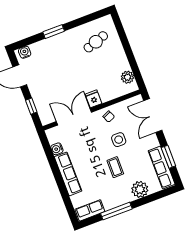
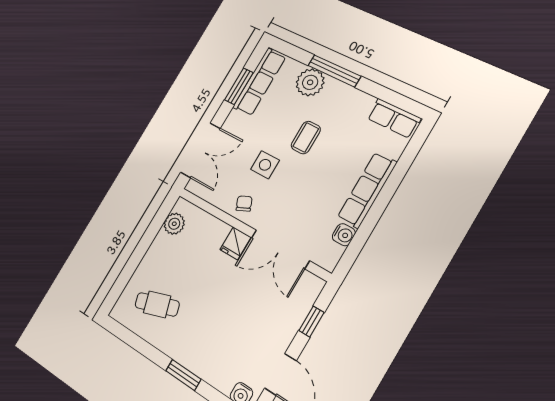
window: (116, 211) -> (334, 71), moved

